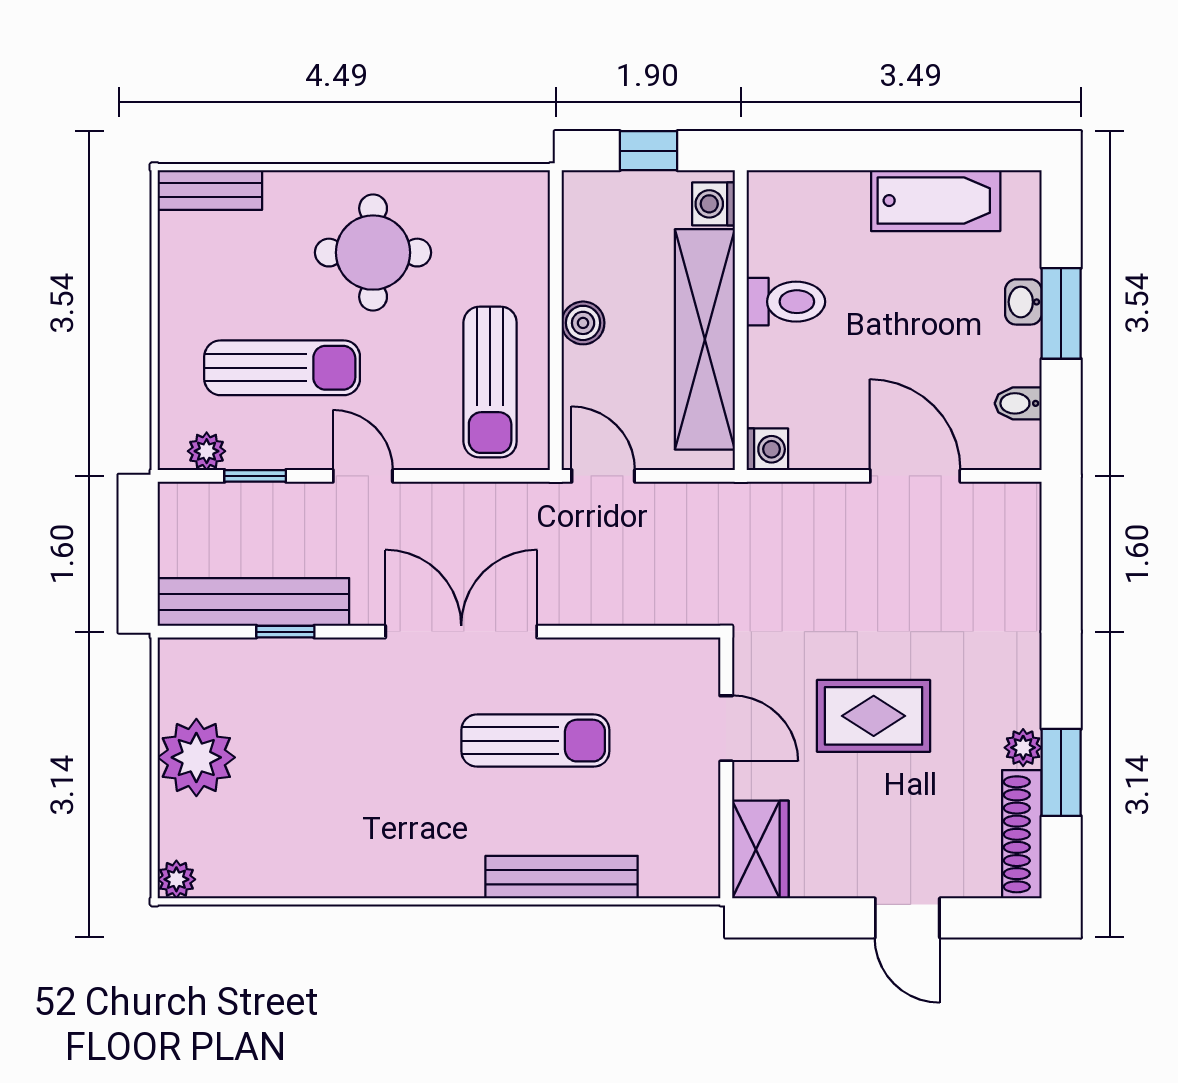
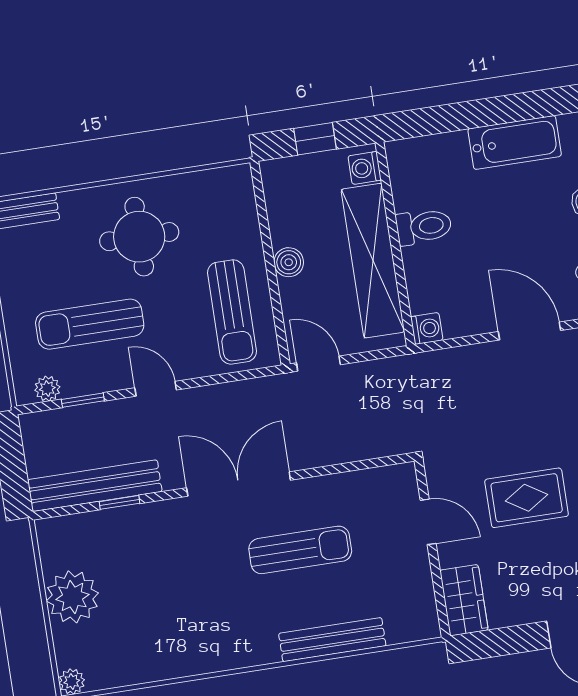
sun lounger: (282, 368) -> (90, 324), turned 180

